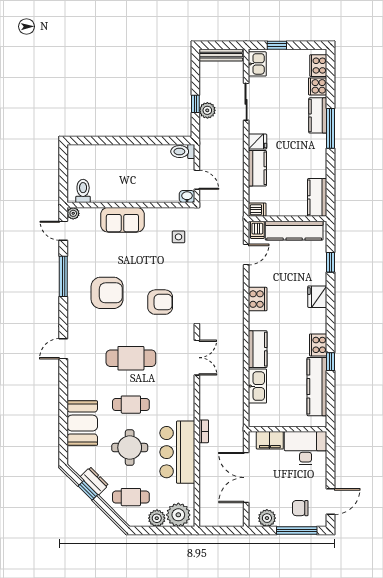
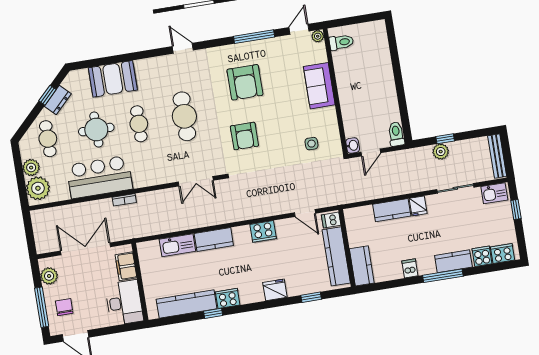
kitchen counter: (317, 197) -> (362, 266), moved, turned 90
dishwasher: (257, 210) -> (410, 268), moved, turned 180

